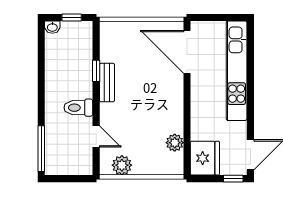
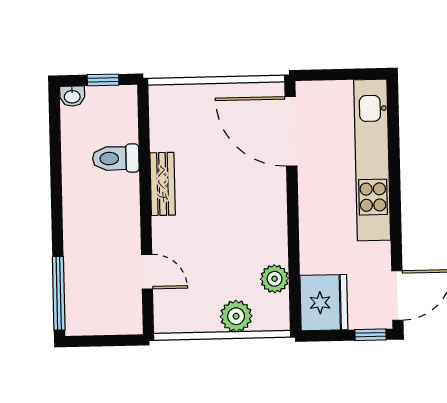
window: (96, 71) -> (145, 165), removed
toilet: (78, 108) -> (116, 158), moved
plant: (122, 165) -> (236, 316), moved

